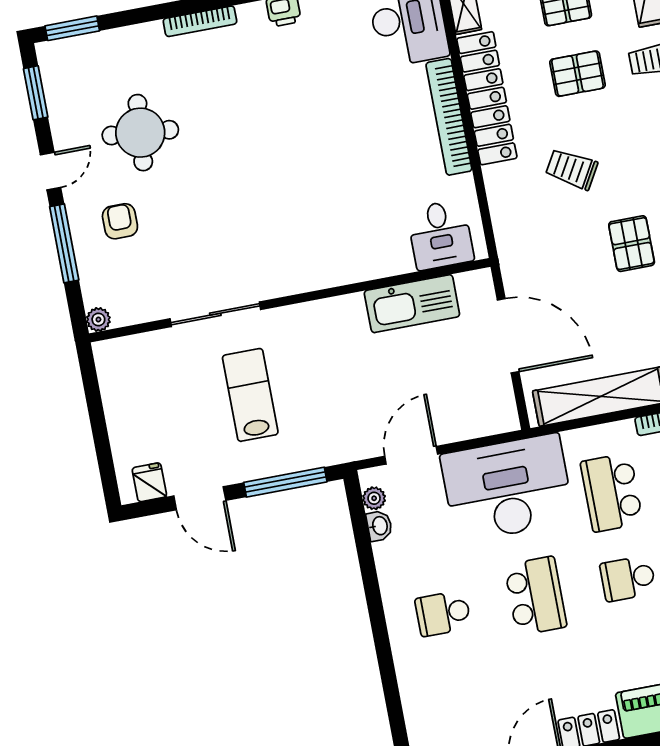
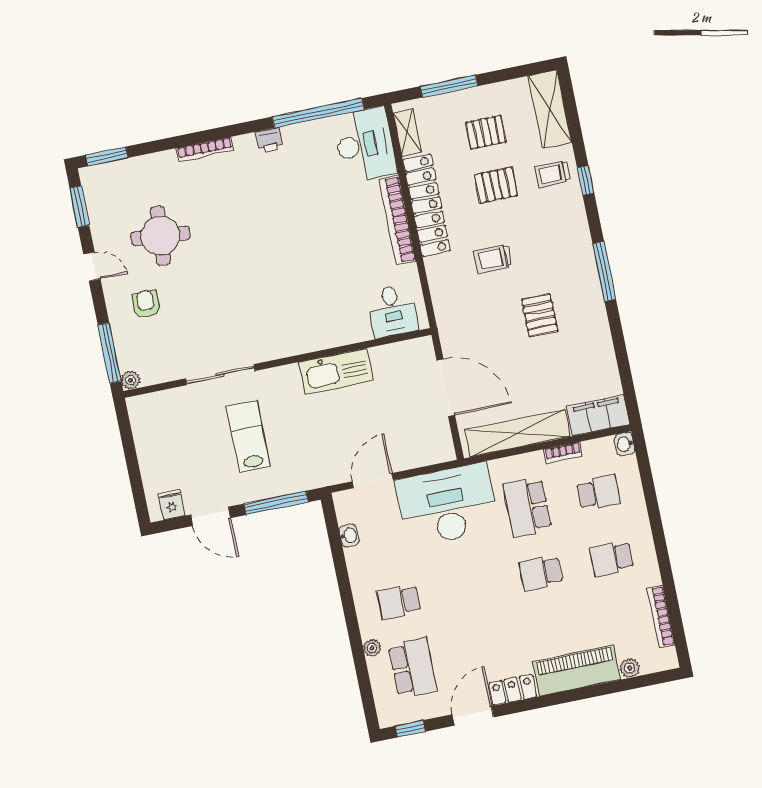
trolley: (572, 169) -> (493, 259), turned -30
door: (50, 171) -> (92, 267), hinge flipped
window: (64, 243) -> (110, 353), moved
kitchen sink: (412, 304) -> (336, 371), moved
plant: (374, 498) -> (372, 648), moved
school desk: (536, 596) -> (413, 668), moved

